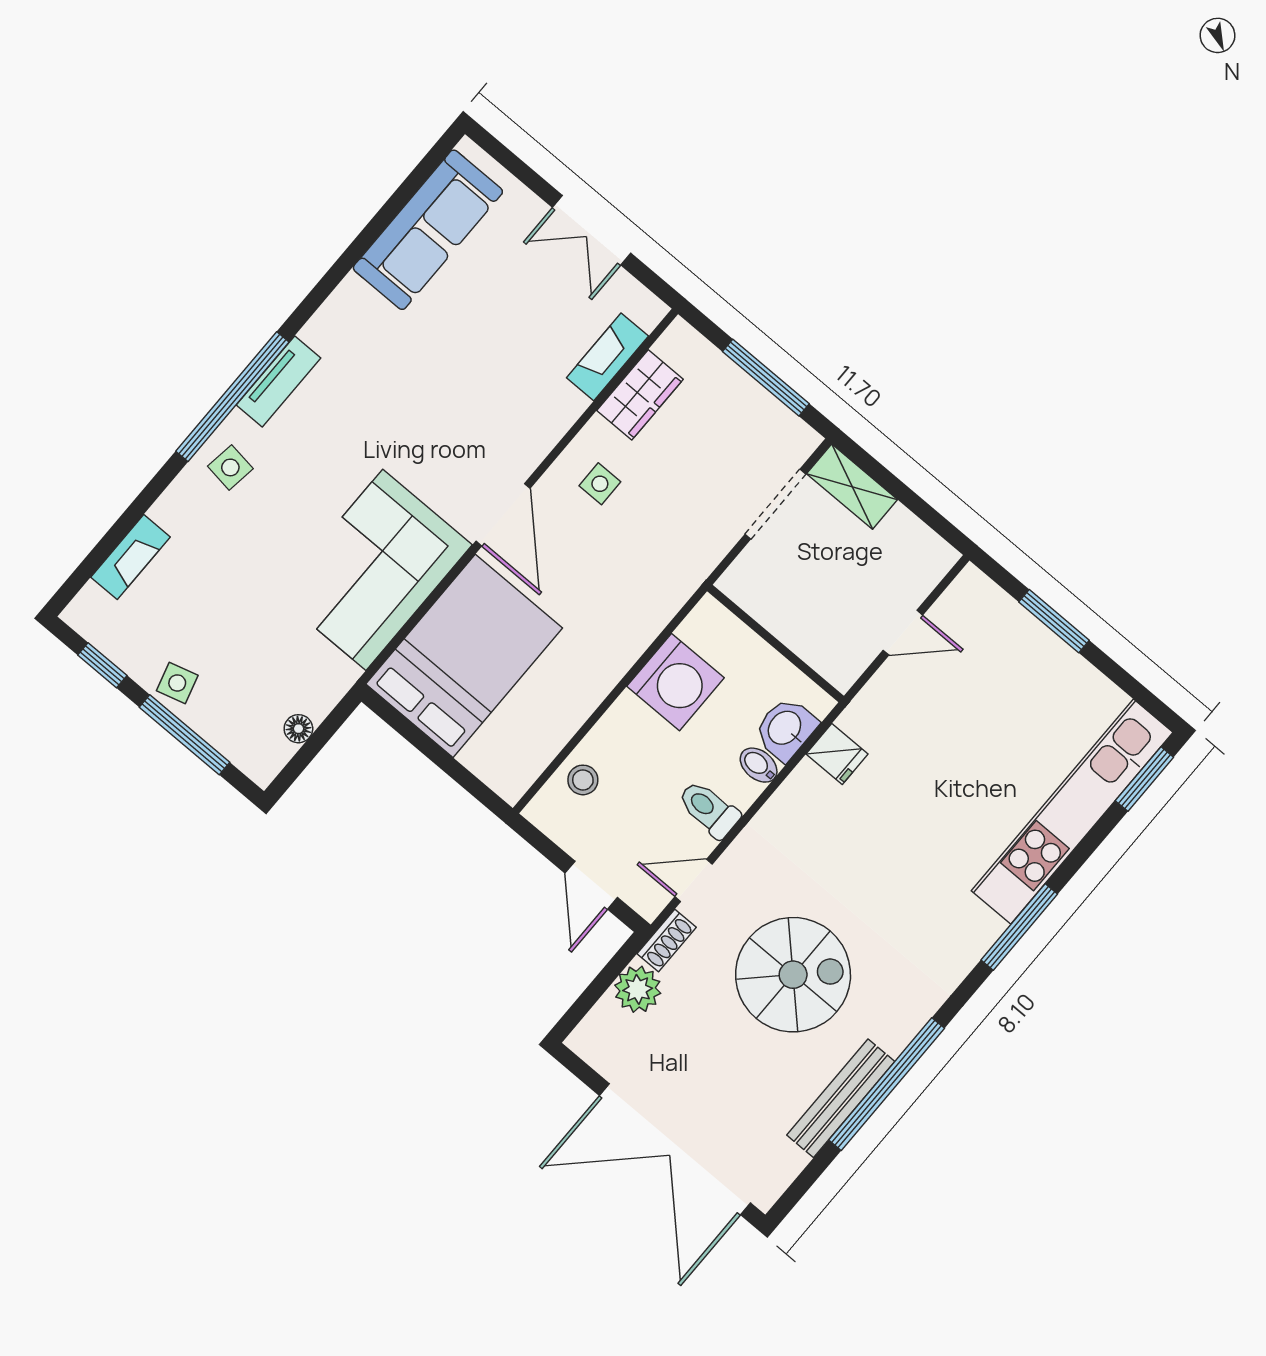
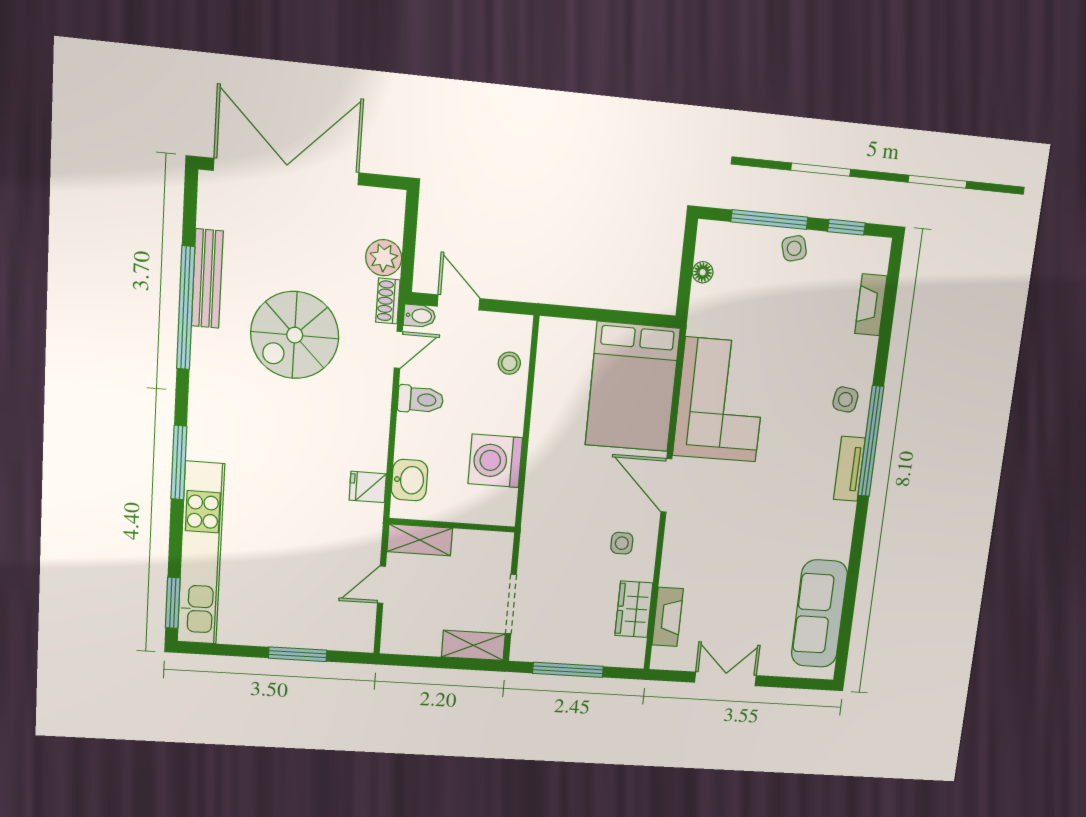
shelving: (823, 653) -> (420, 540), added
bidet: (759, 765) -> (420, 316), moved

